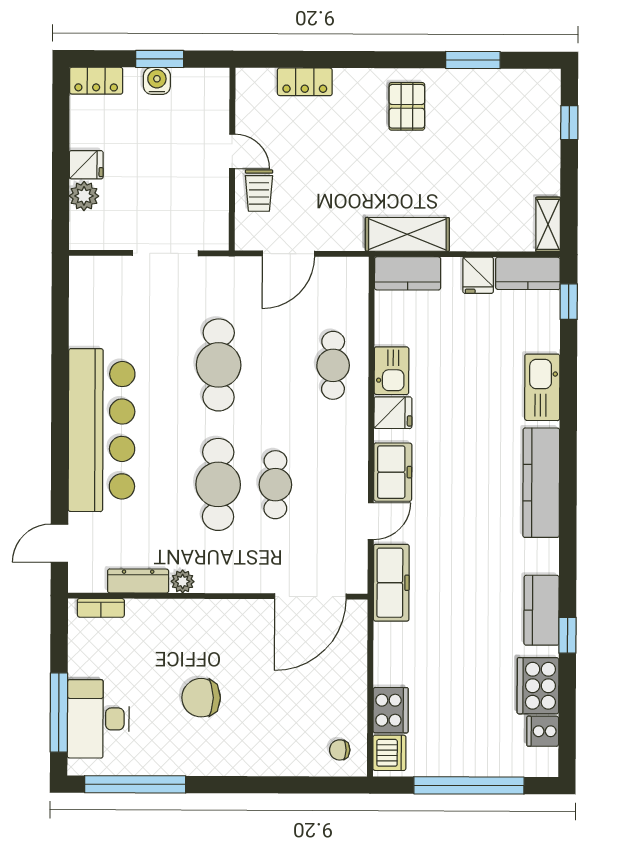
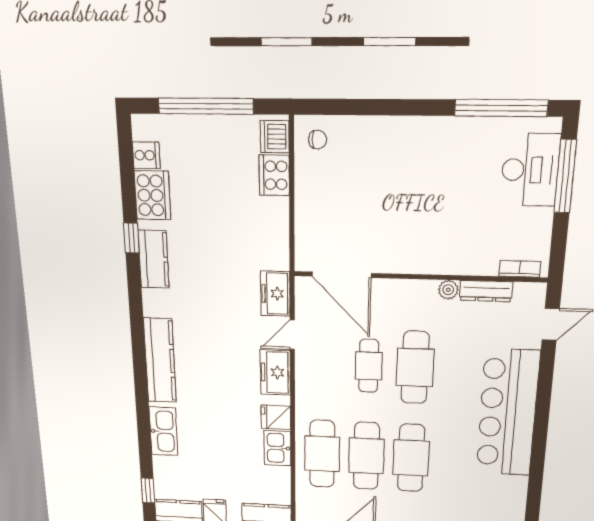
cafe table: (276, 365) -> (366, 456), added
cafe table: (333, 365) -> (322, 454), width x1.37, depth x1.35
freezer: (391, 583) -> (275, 294), width x0.71
door: (310, 596) -> (342, 275), swing flipped
chair: (201, 698) -> (437, 188), removed

